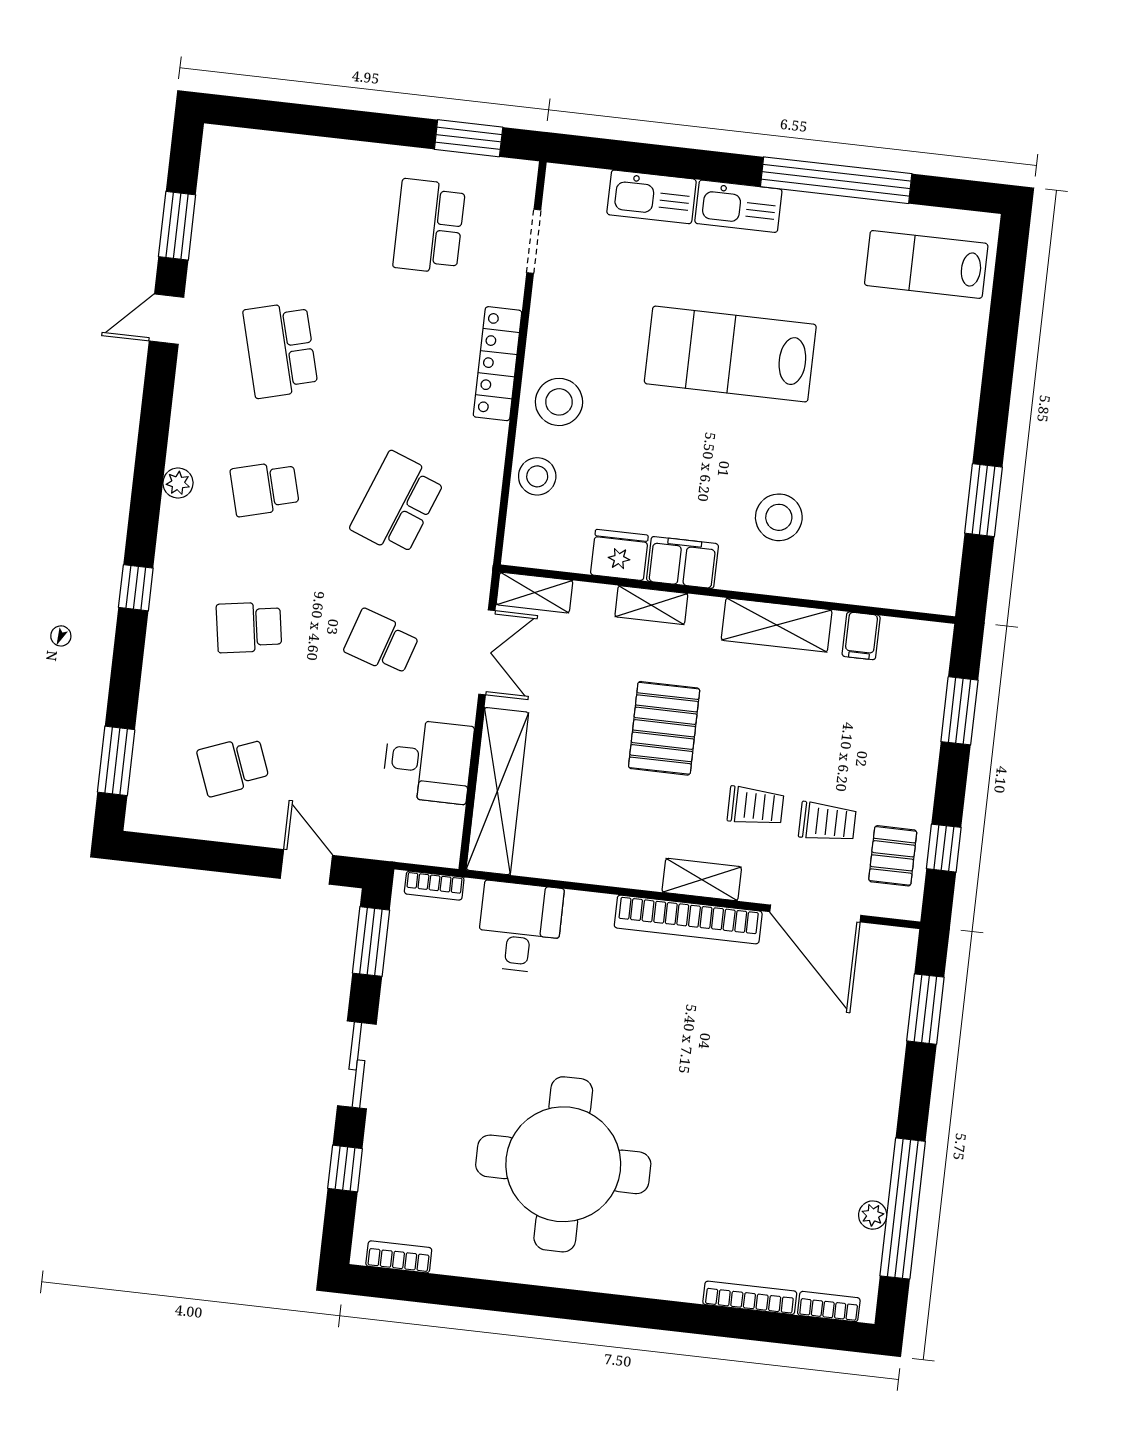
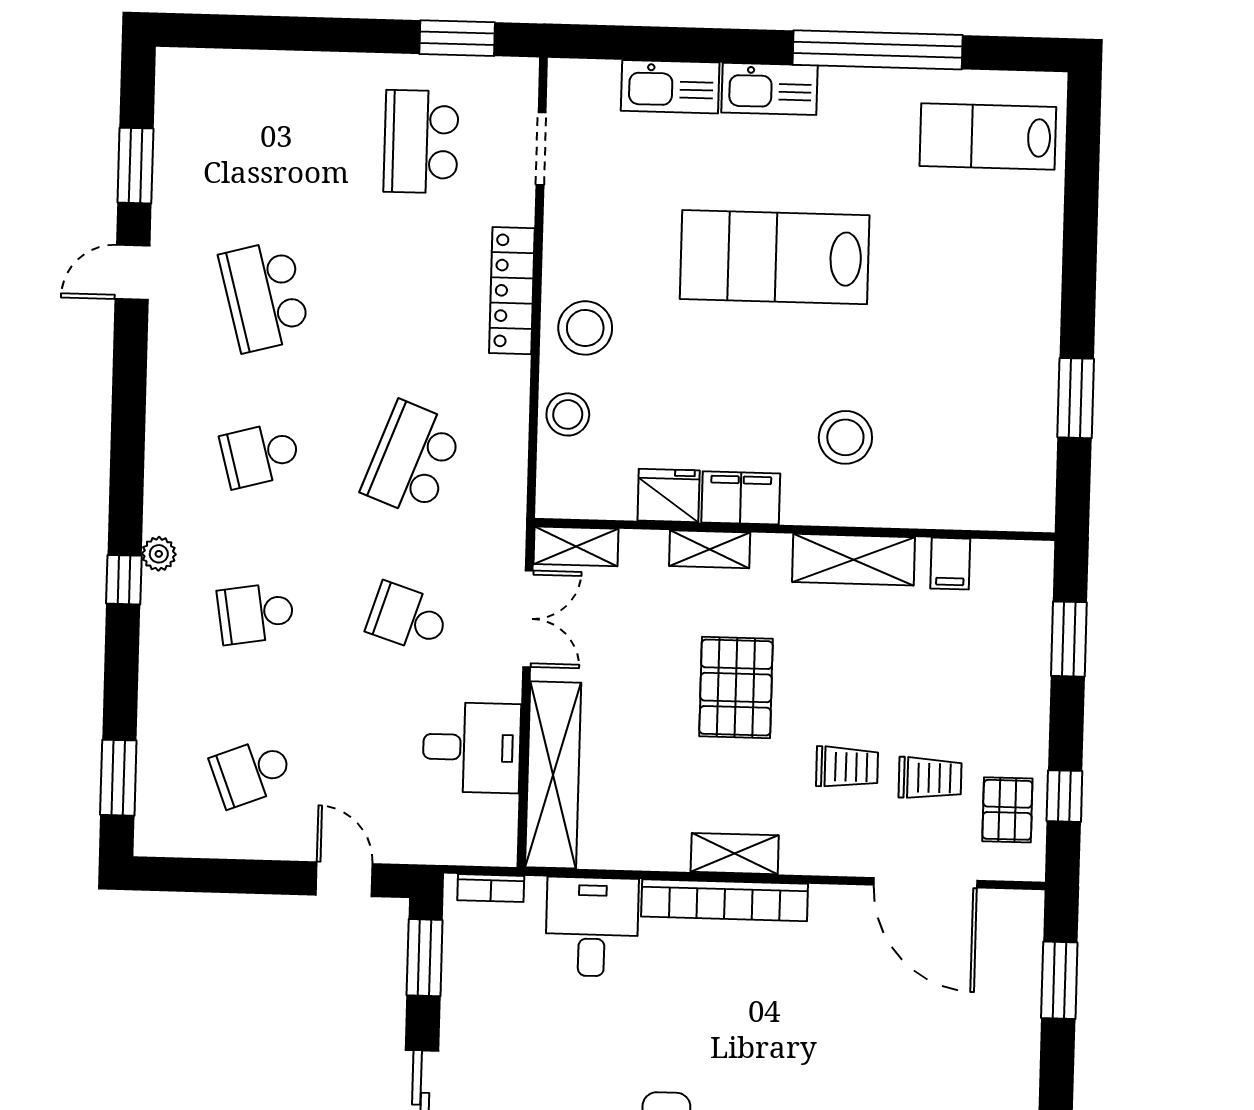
plant: (178, 483) -> (159, 554), moved
shelving: (702, 880) -> (735, 854), moved
bookcase: (688, 919) -> (725, 900), moved

